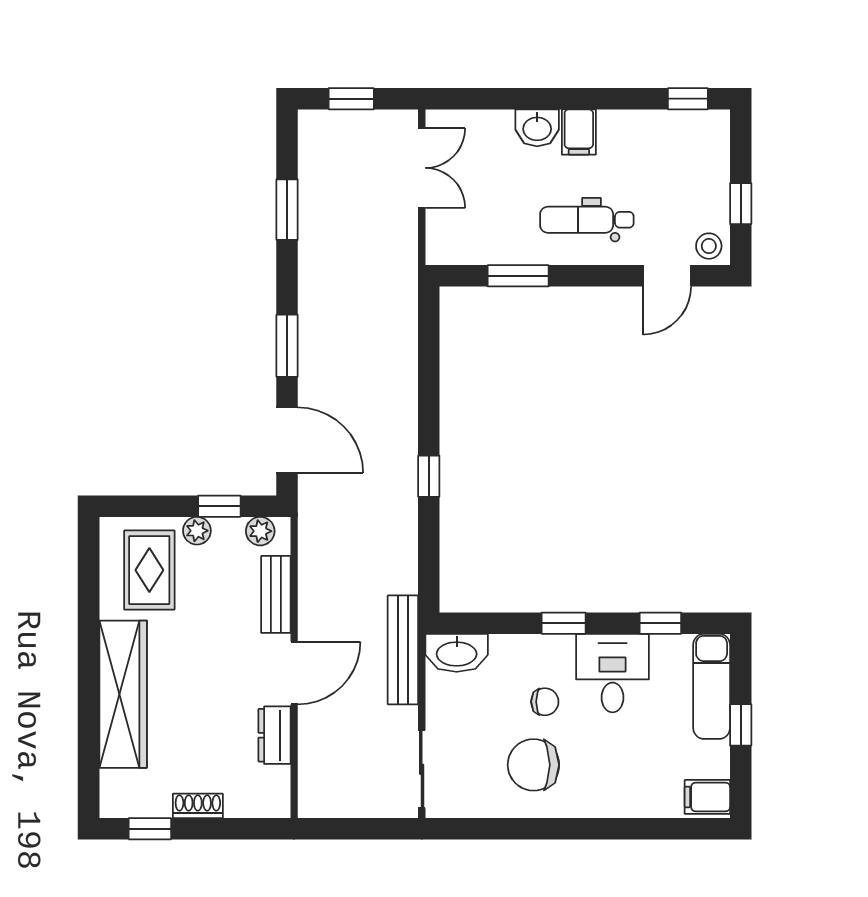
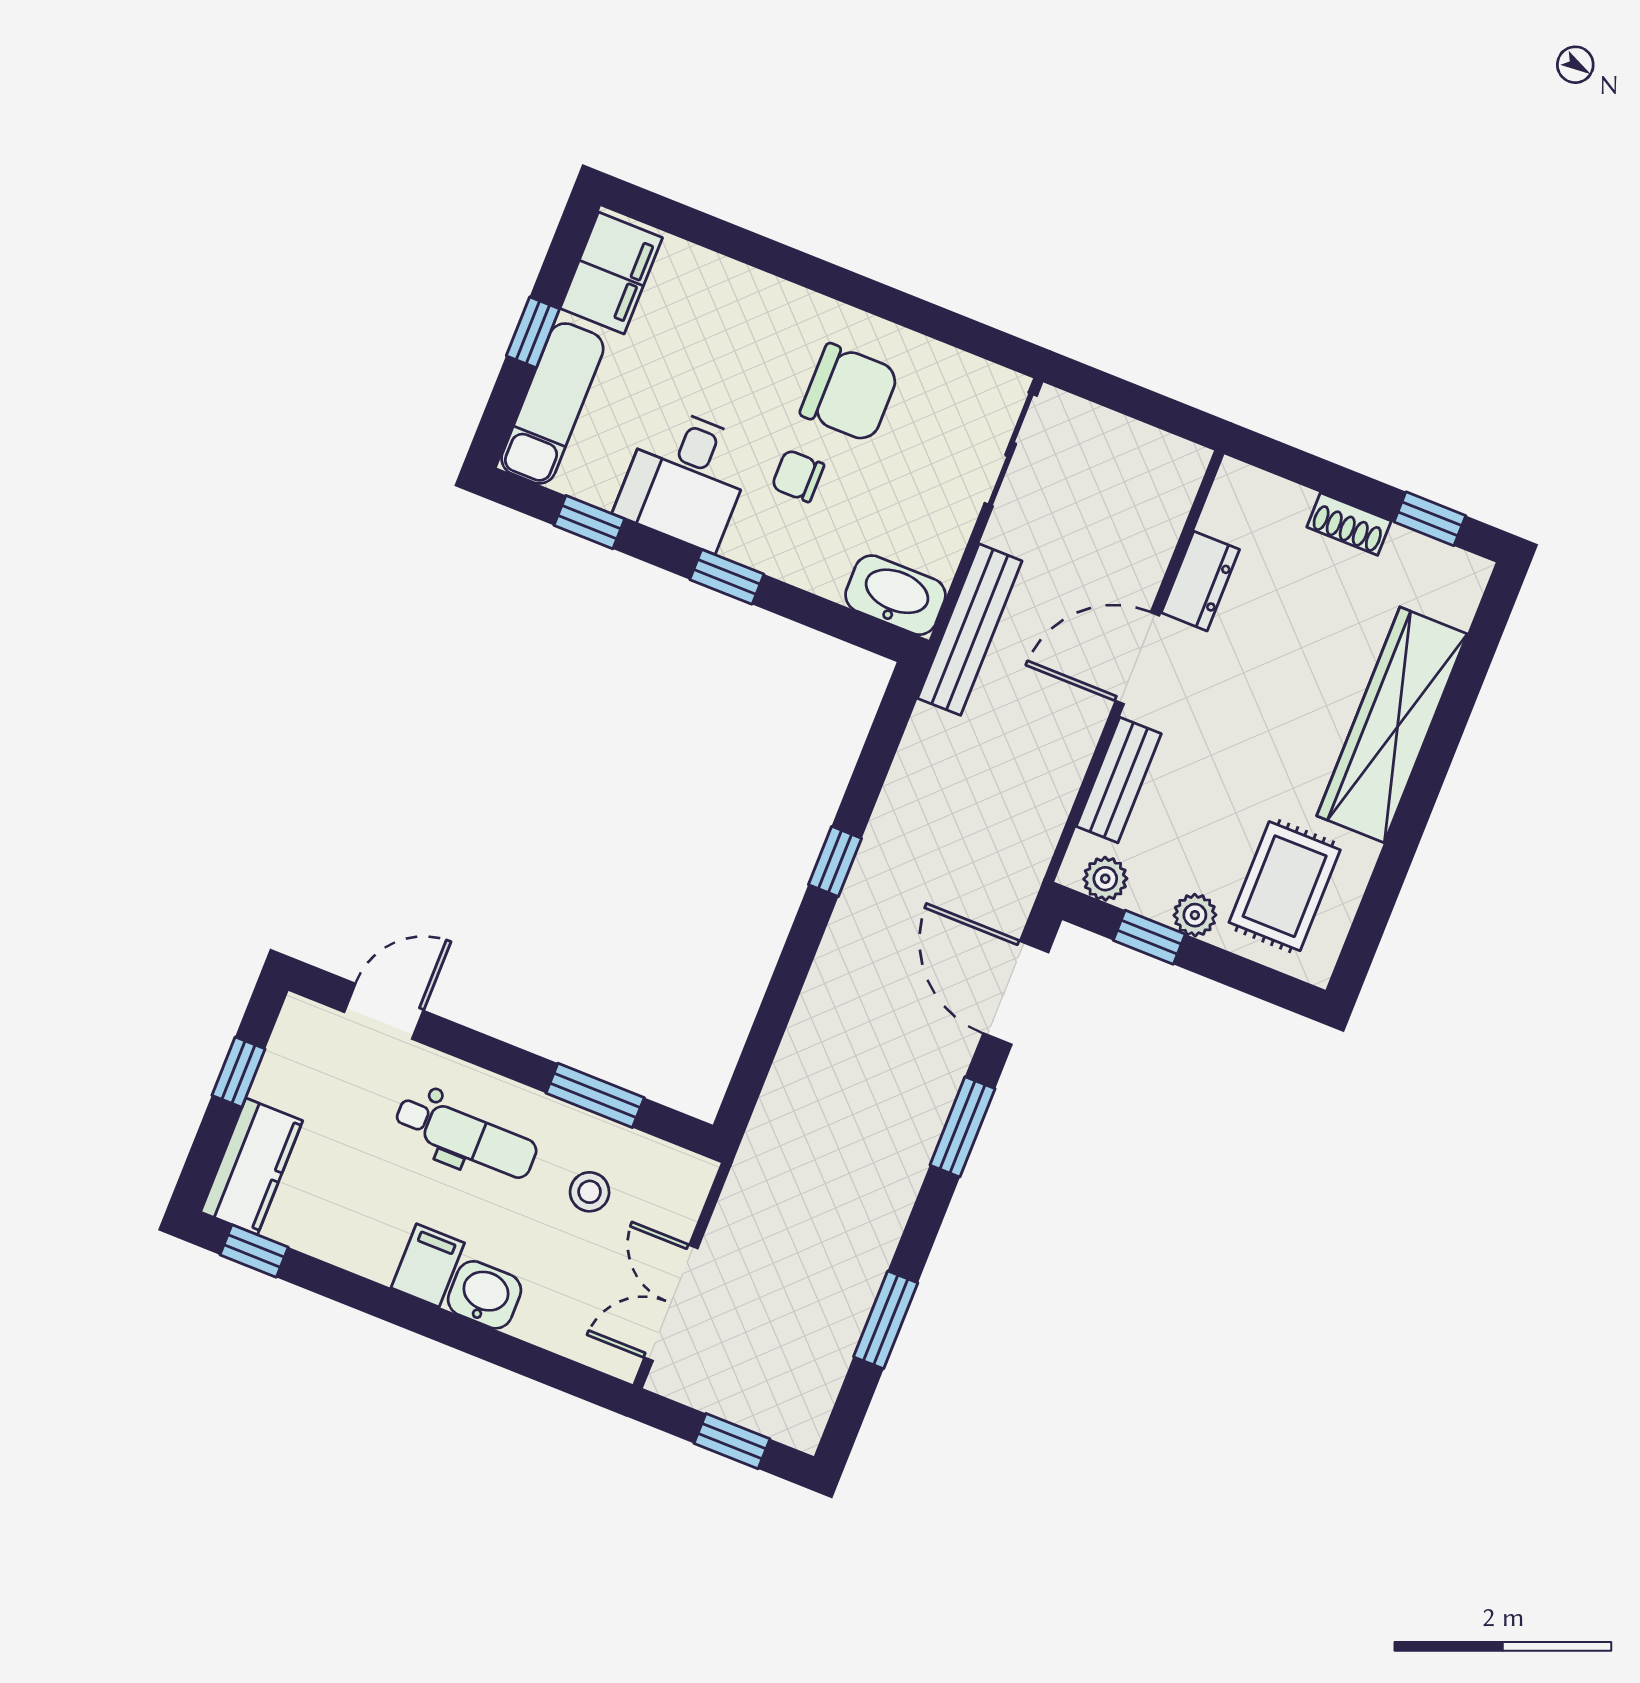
kitchen counter: (710, 150) -> (252, 1166), added
stool: (709, 246) -> (590, 1192), moved
filing cabinet: (707, 797) -> (611, 273), width x2.00

